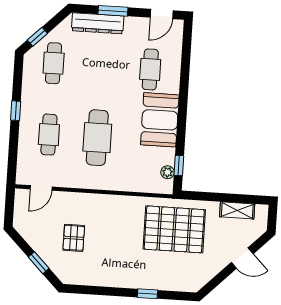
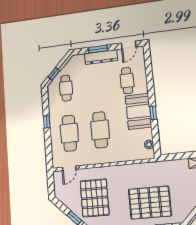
dresser: (98, 23) -> (101, 57), moved
cafe table: (49, 135) -> (69, 133), width x1.37, depth x1.35
window: (179, 166) -> (153, 113), moved
pallet: (174, 229) -> (150, 203), moved
pallet: (74, 238) -> (95, 198), width x2.05, depth x2.00

